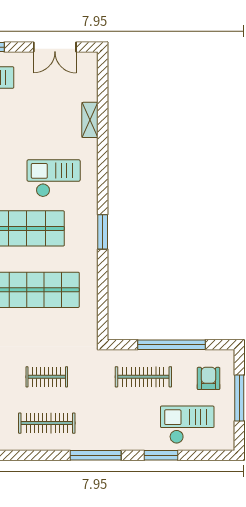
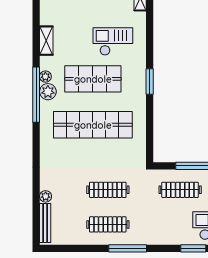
clothes rail: (47, 377) -> (108, 190), width x1.36
window: (96, 455) -> (128, 248), moved

